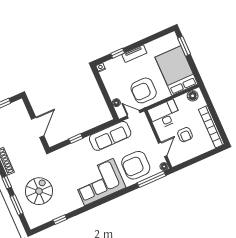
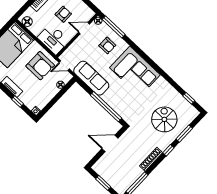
door: (134, 114) -> (64, 66), hinge flipped
window: (76, 139) -> (106, 107), width x3.17
armchair: (136, 165) -> (107, 45), width x0.53, depth x0.53
spiral stairs: (39, 191) -> (164, 119), turned 90
window: (60, 220) -> (189, 98), moved

